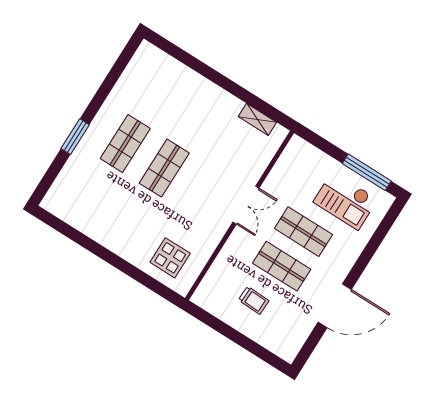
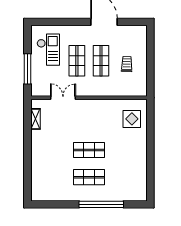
window: (75, 137) -> (101, 204), width x2.11
window: (367, 172) -> (27, 69), moved
double door: (246, 205) -> (63, 98), moved

